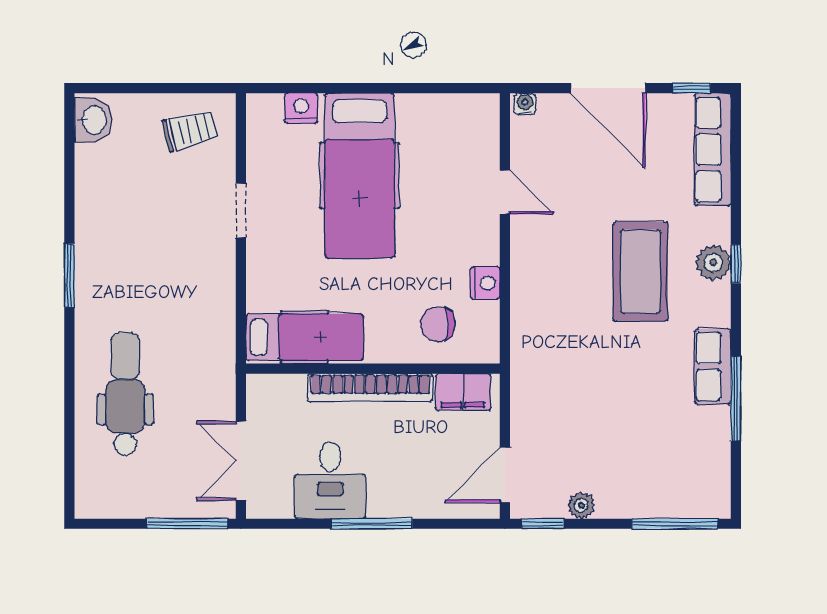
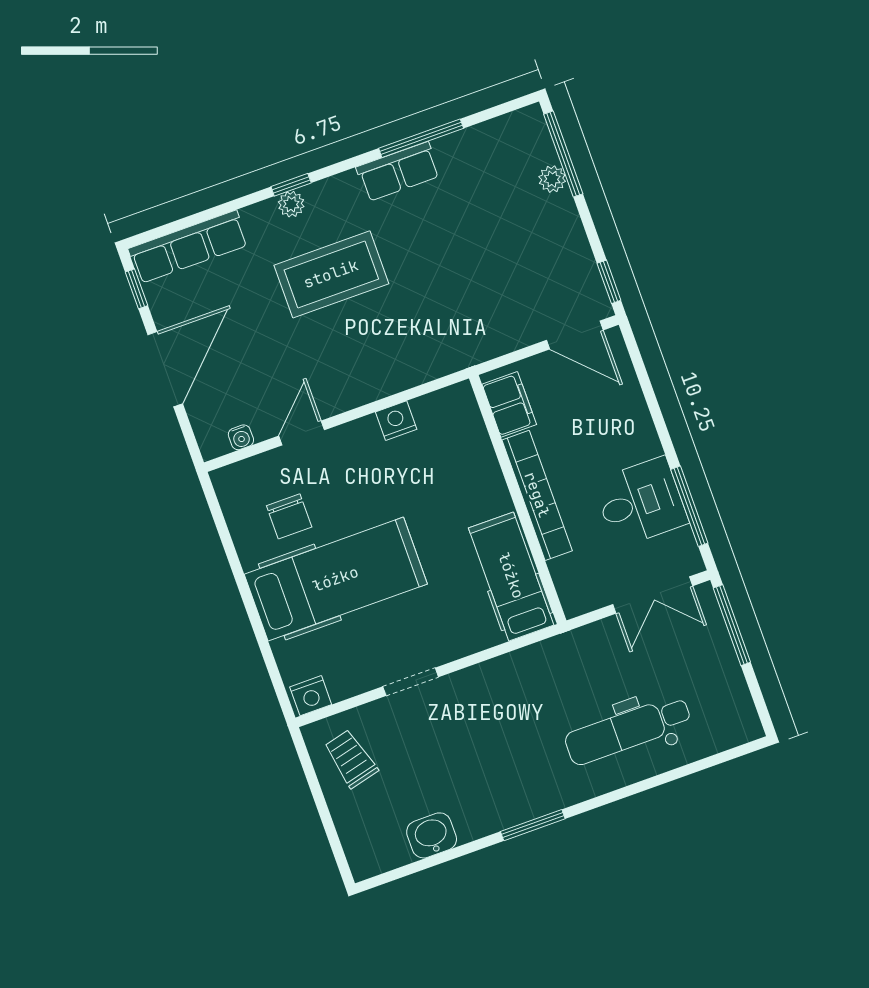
water cooler: (525, 104) -> (241, 437), moved, turned -90
nightstand: (301, 108) -> (311, 696), moved, turned -90
washbasin: (93, 120) -> (432, 835), moved
plant: (713, 263) -> (291, 204), width x0.73, depth x0.73
chair: (438, 324) -> (289, 516), moved
plant: (581, 505) -> (552, 179), moved
window: (372, 524) -> (689, 506), moved

